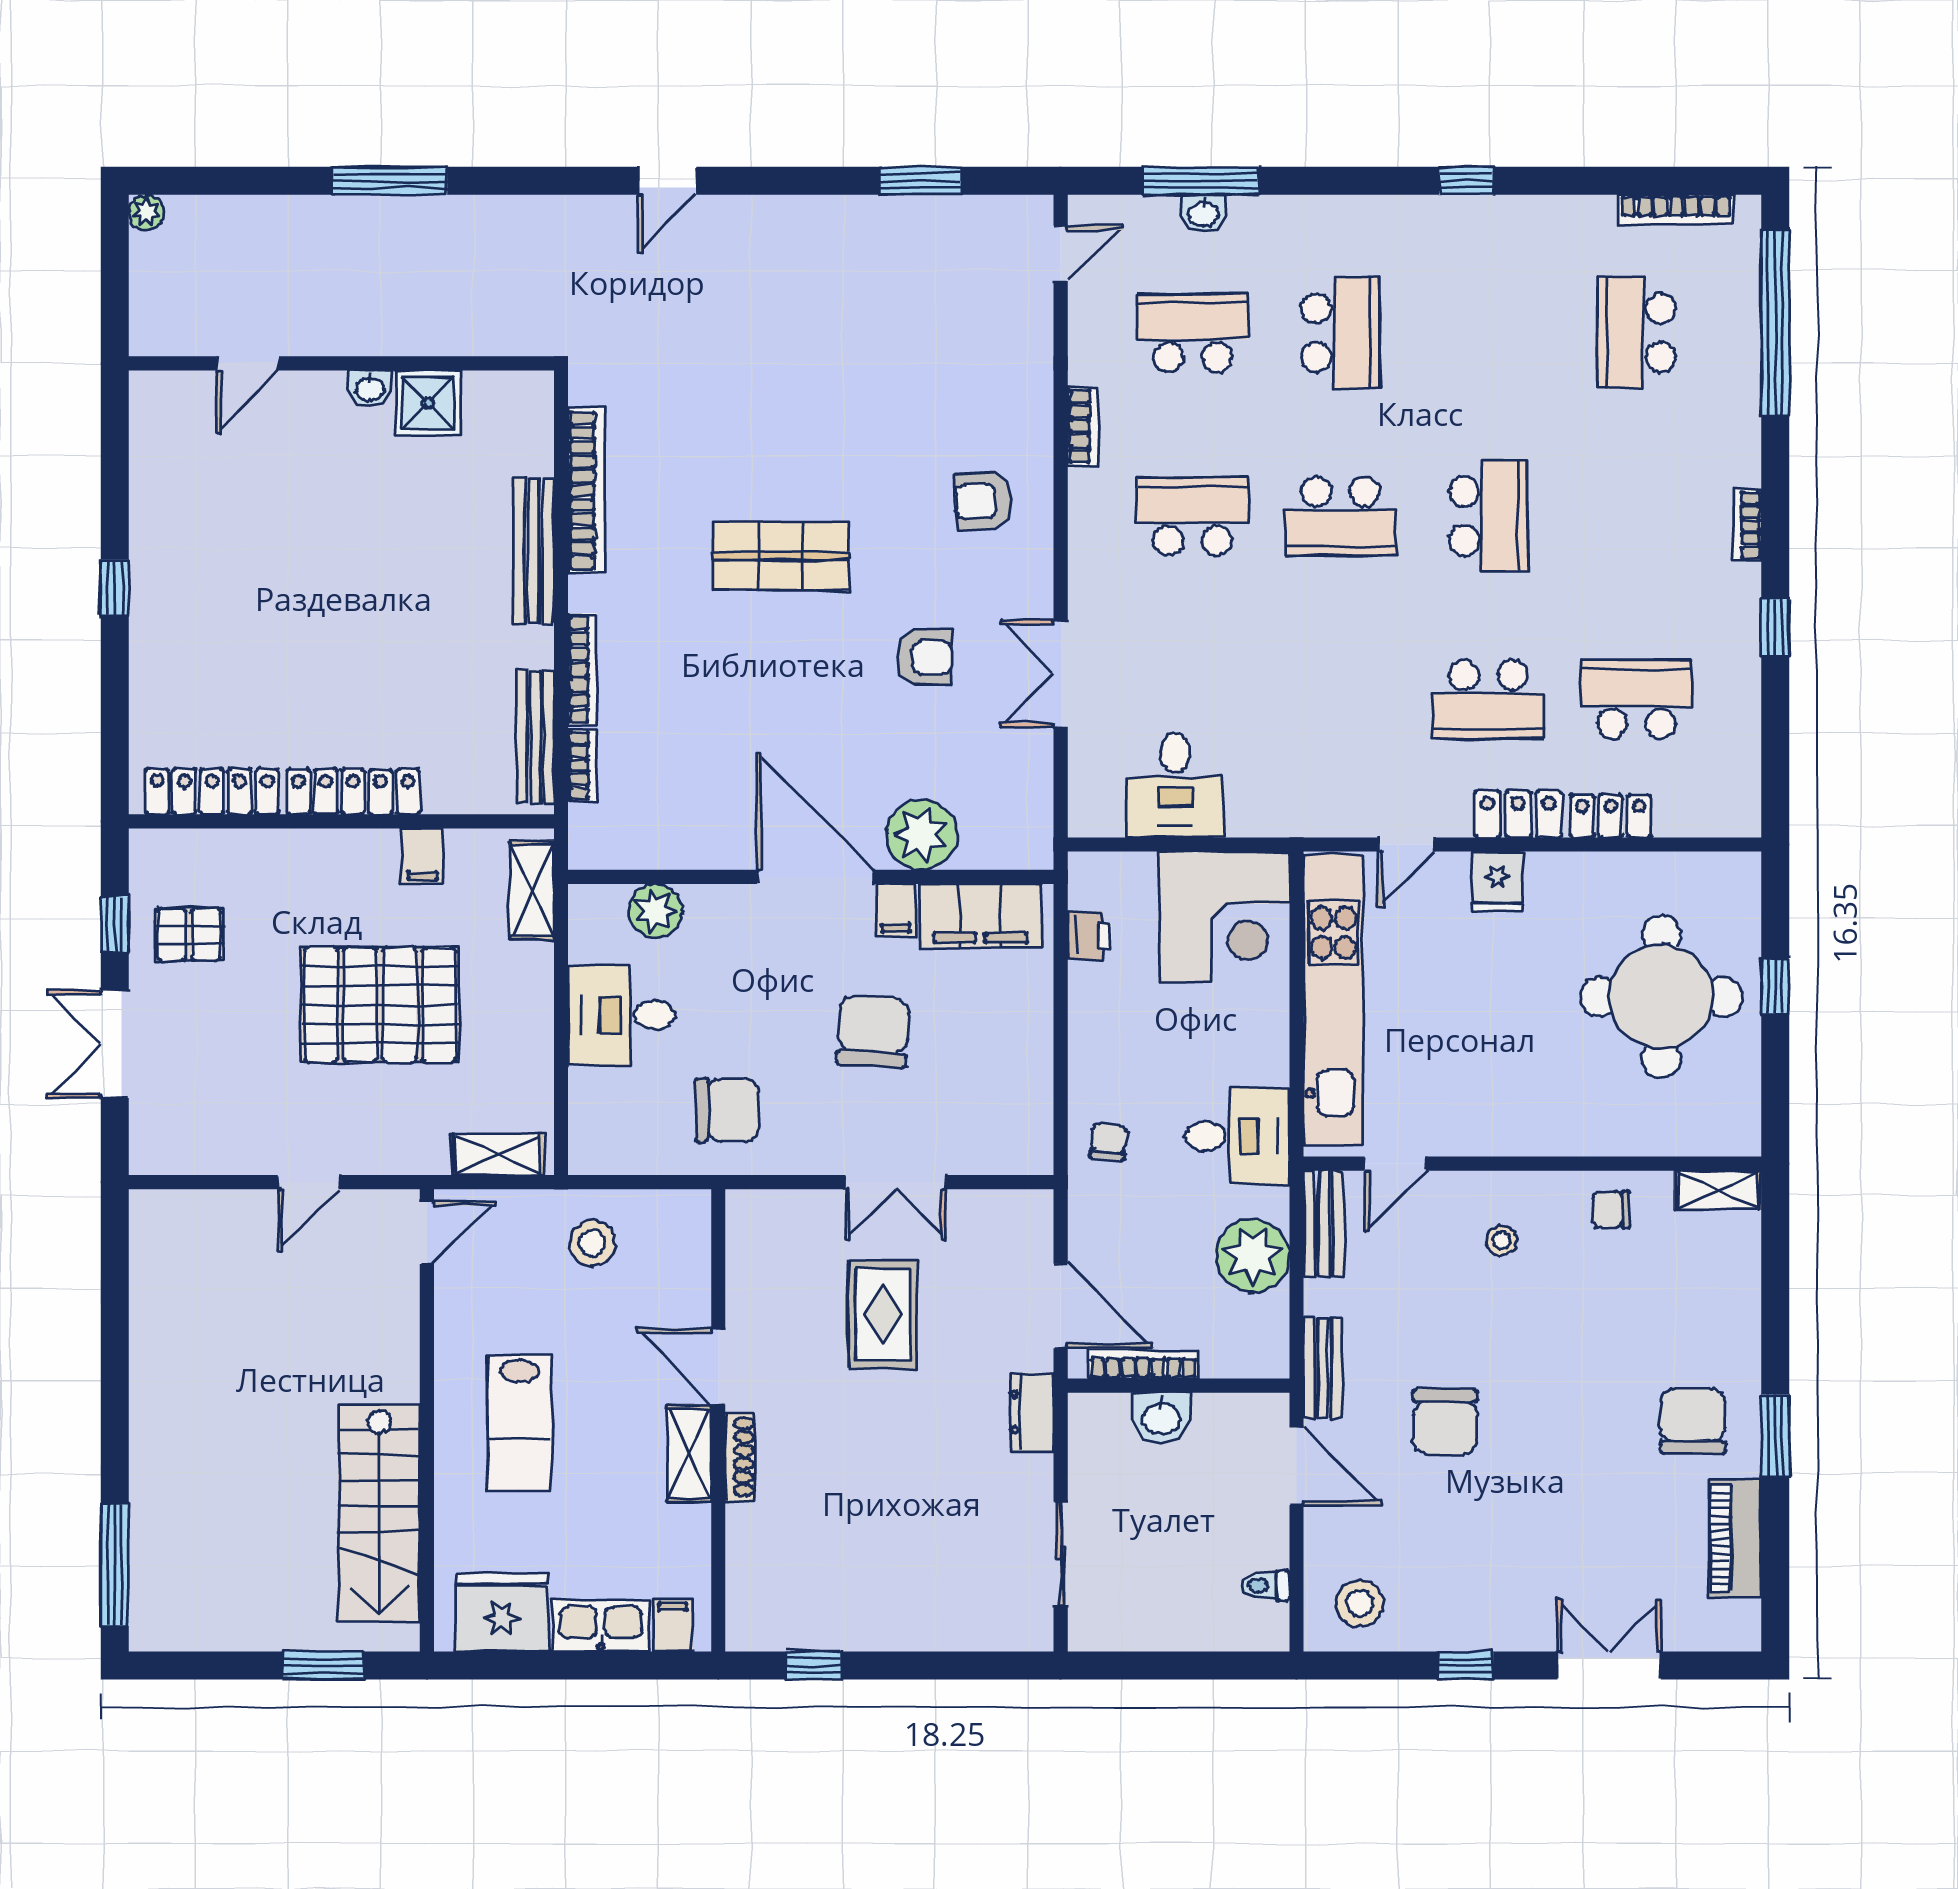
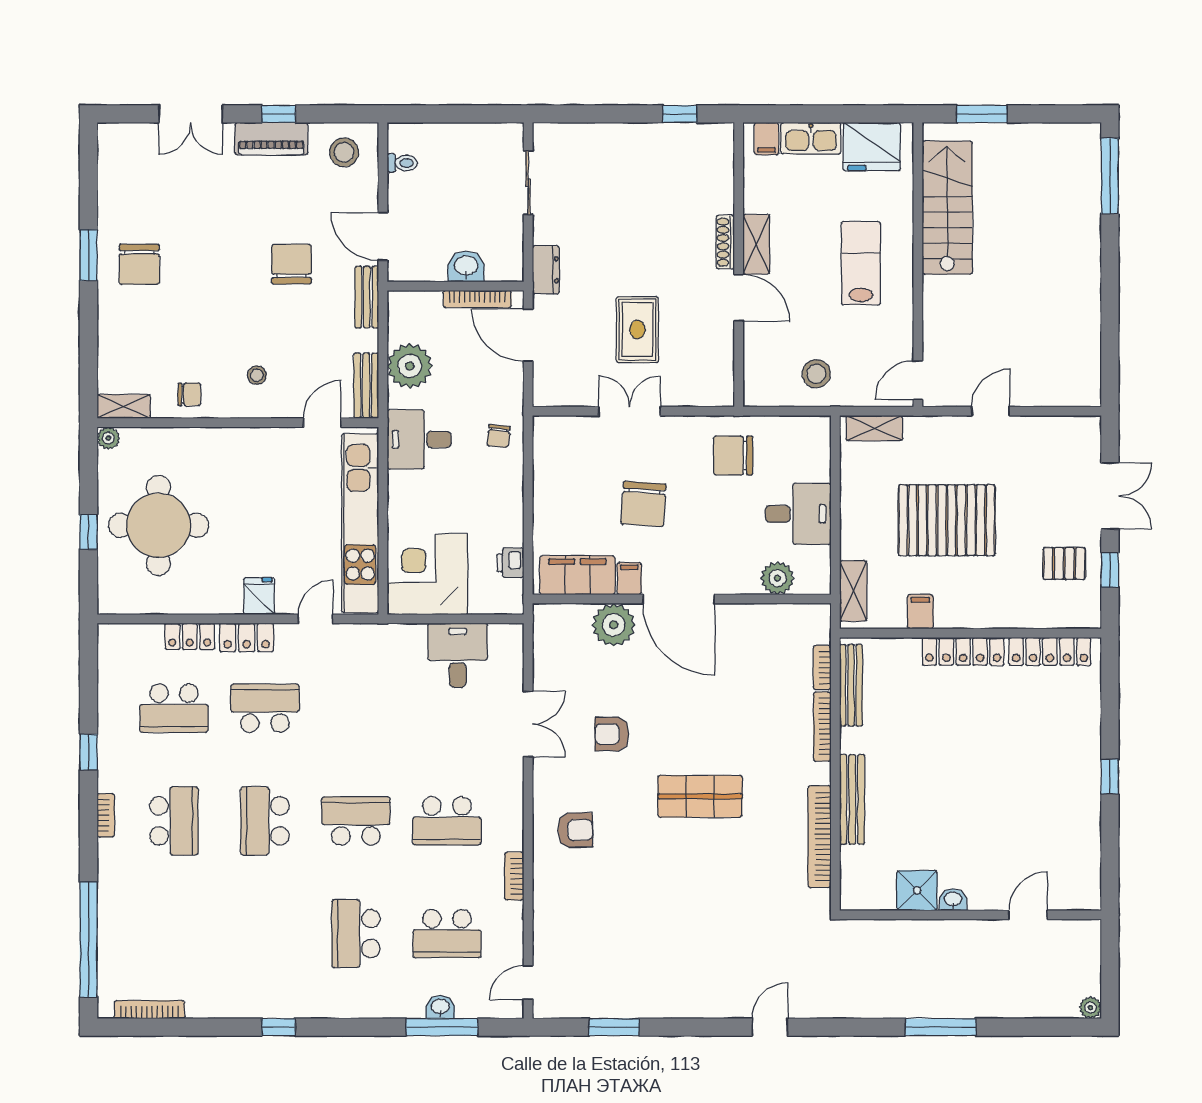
school desk: (1636, 333) -> (174, 821), moved
plant: (1743, 1138) -> (108, 438), added
piano: (1735, 1538) -> (271, 139), moved, turned 90

